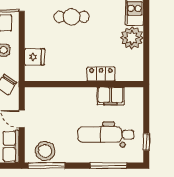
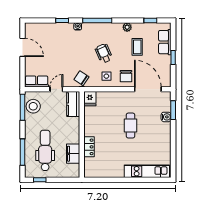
plant: (132, 38) -> (115, 169), removed
fridge: (35, 57) -> (90, 99), moved
kitchen counter: (42, 96) -> (73, 104), added

